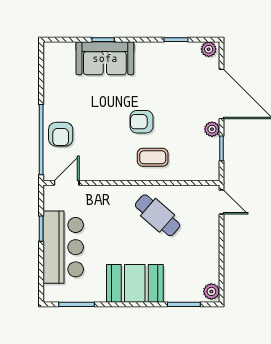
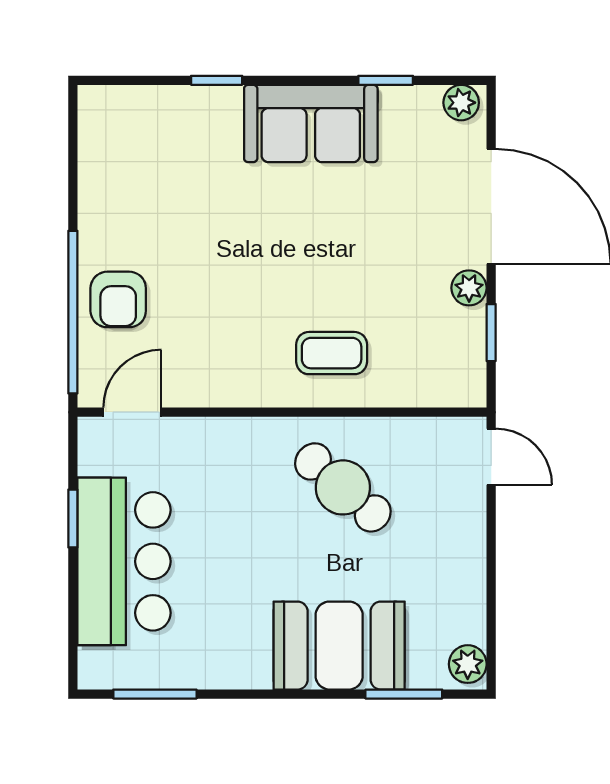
sofa: (105, 58) -> (311, 123), moved
armchair: (142, 122) -> (306, 271), removed
booth: (135, 283) -> (339, 646), moved

